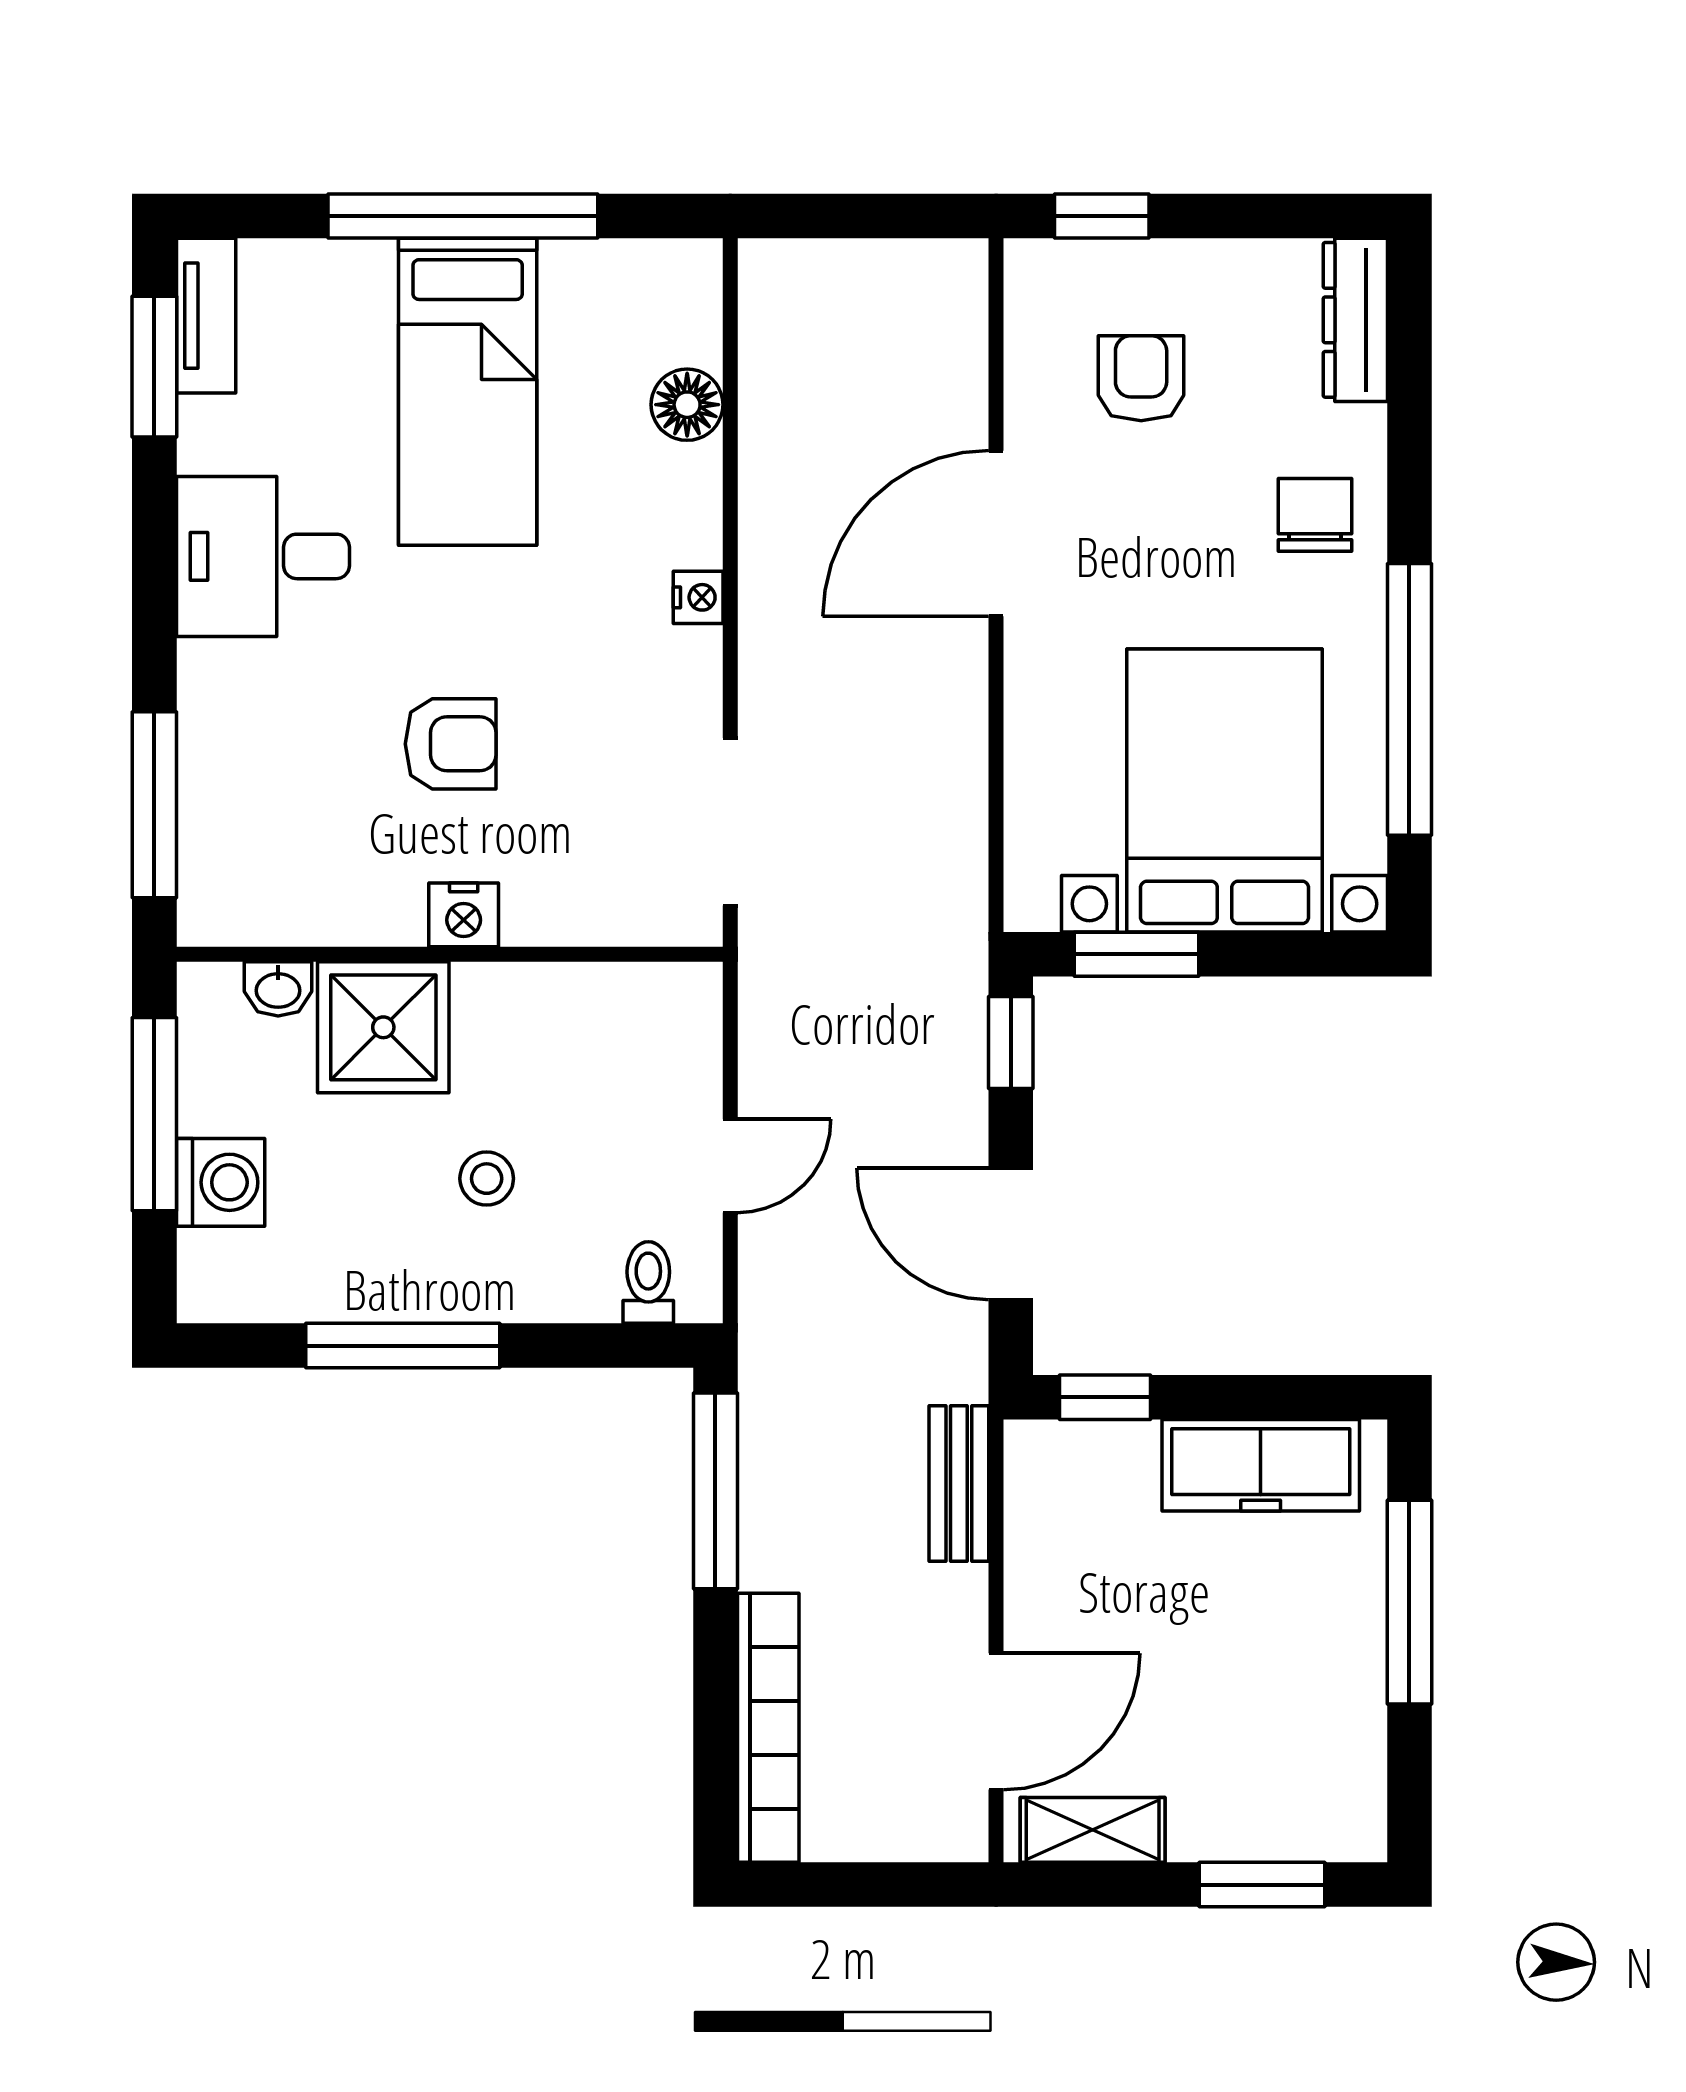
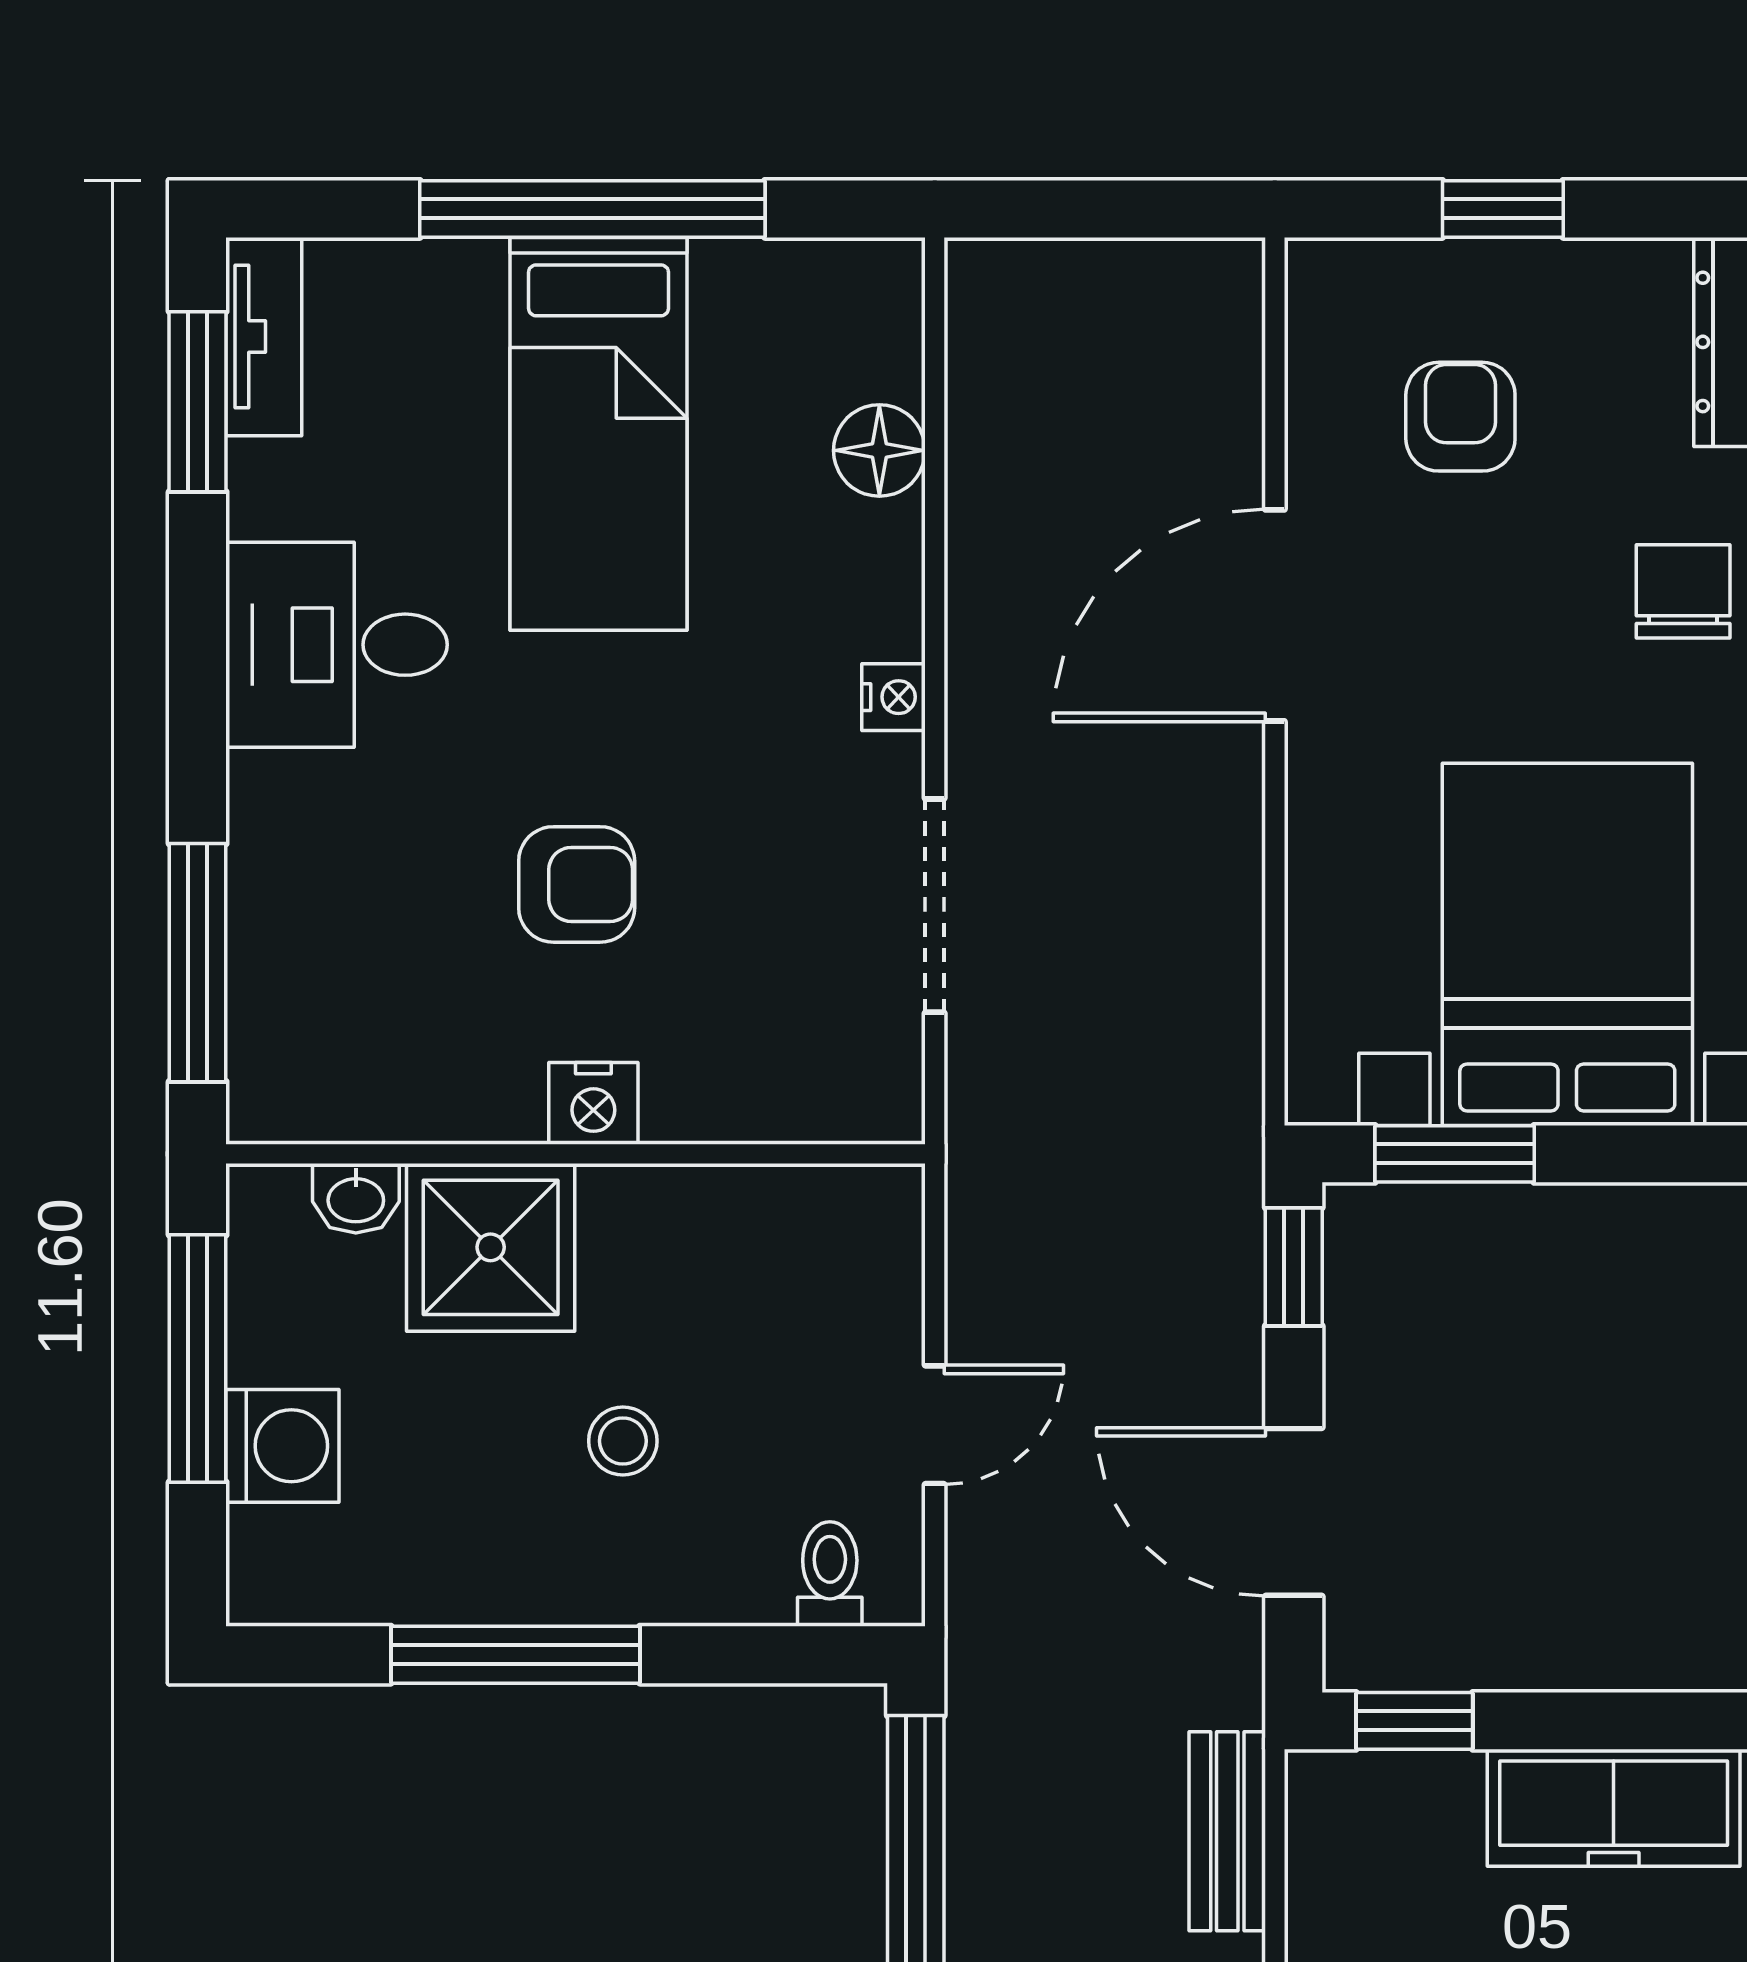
window: (1102, 216) -> (1503, 209), moved
doorway: (730, 822) -> (935, 906), moved

